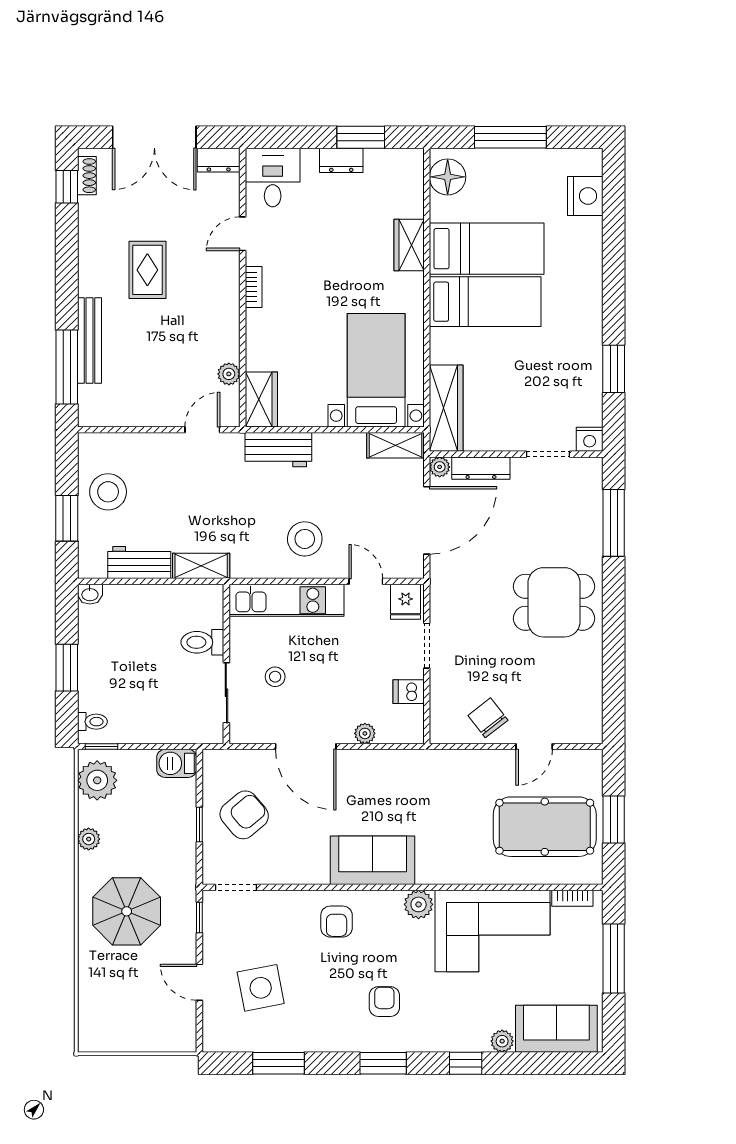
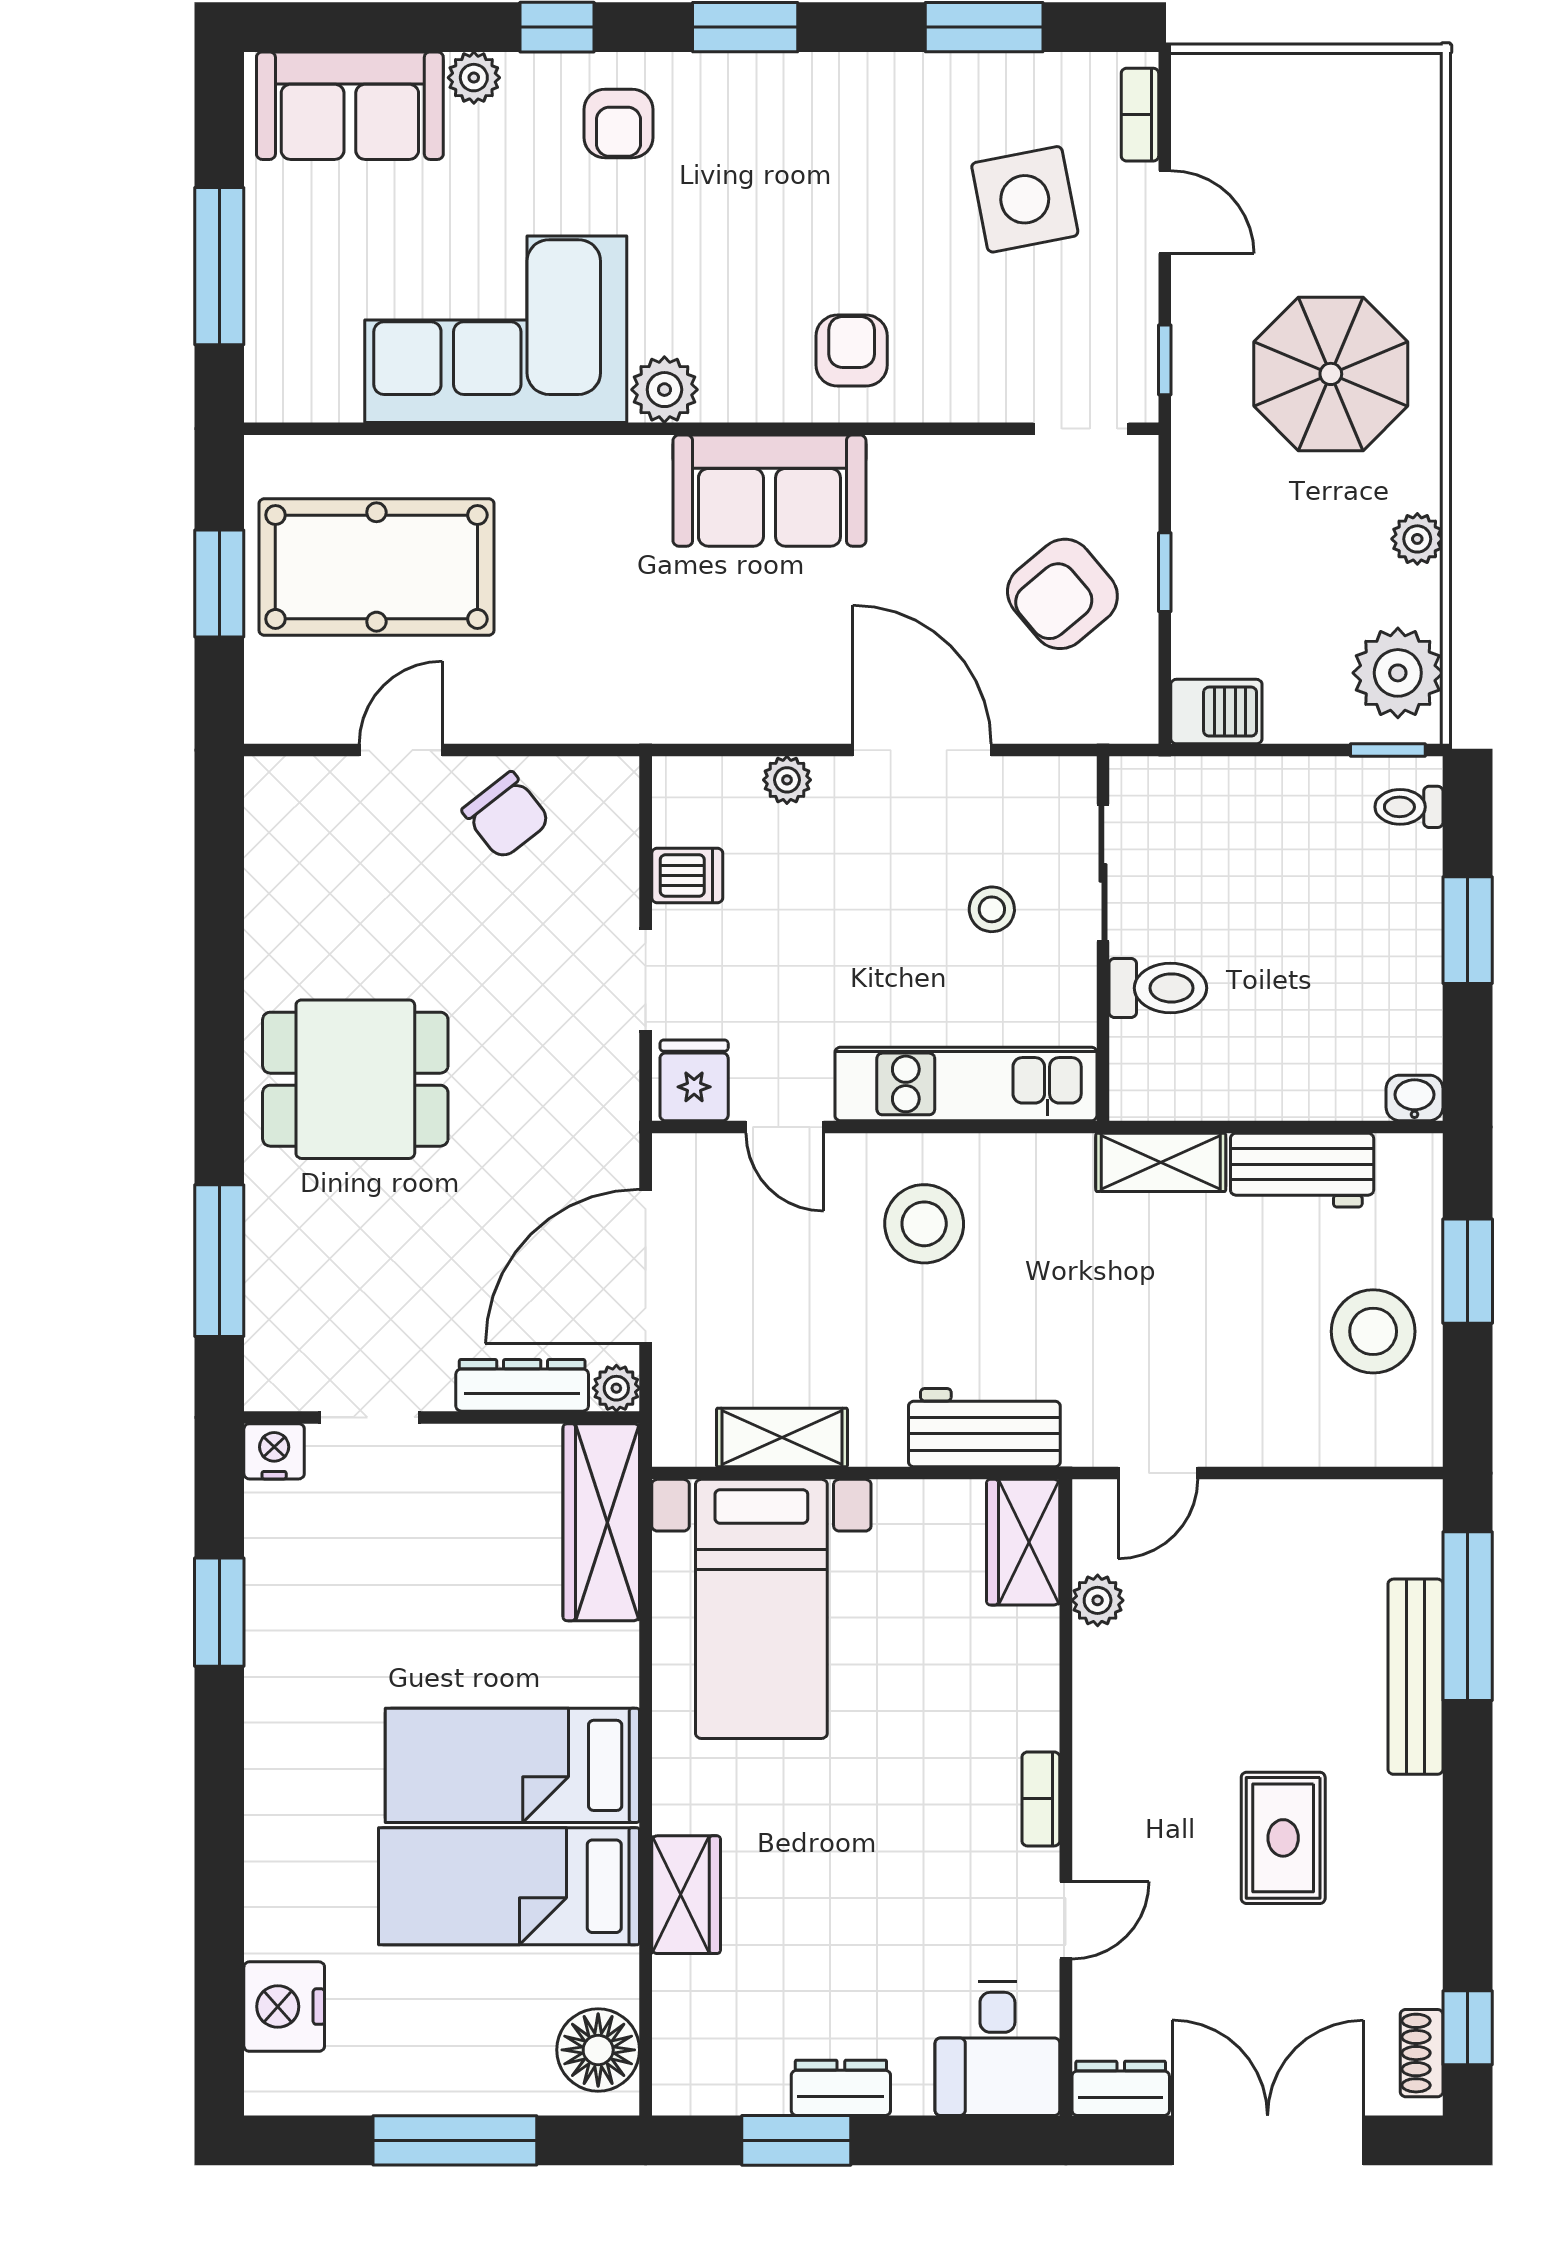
shelving: (395, 445) -> (782, 1437), moved
bookcase: (572, 898) -> (1140, 115), moved, turned -90
armchair: (384, 1002) -> (618, 123), moved

